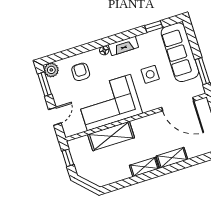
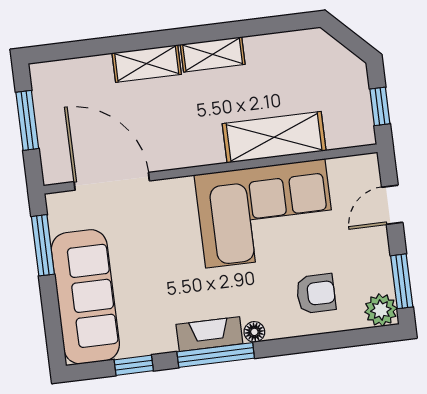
window: (119, 37) -> (216, 355), added
armchair: (81, 72) -> (316, 294), turned -90
side table: (150, 74) -> (161, 260), removed

